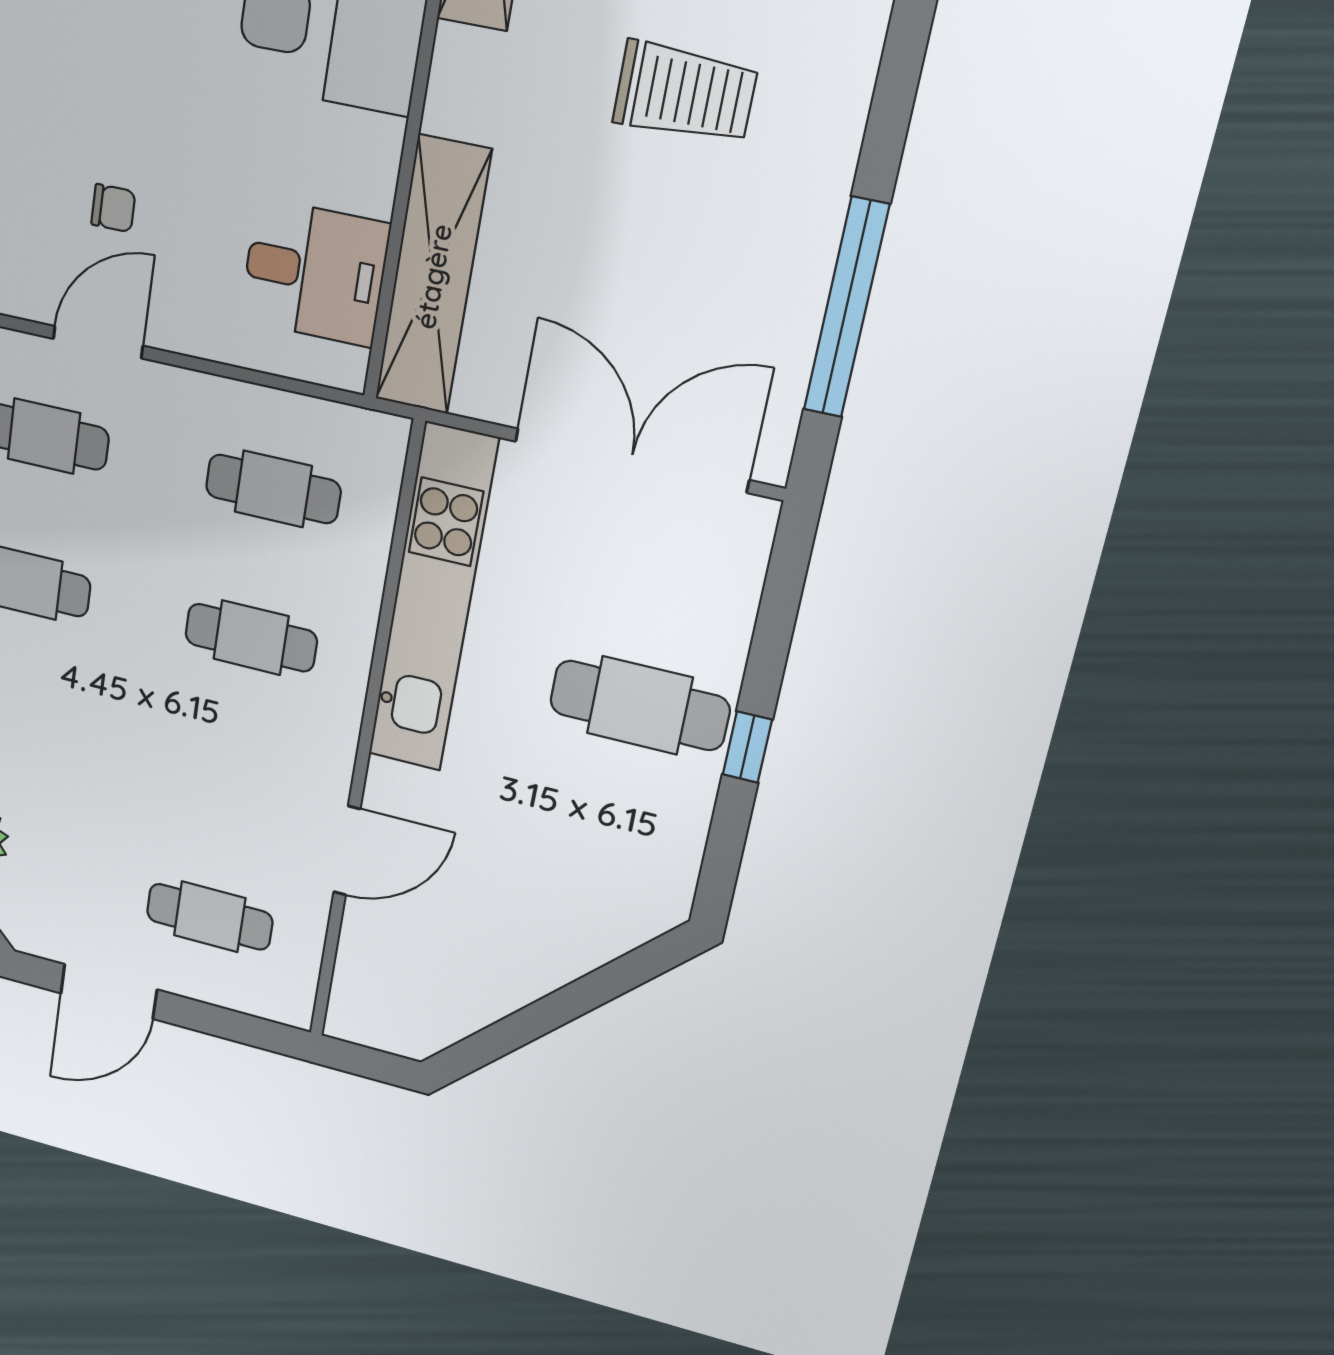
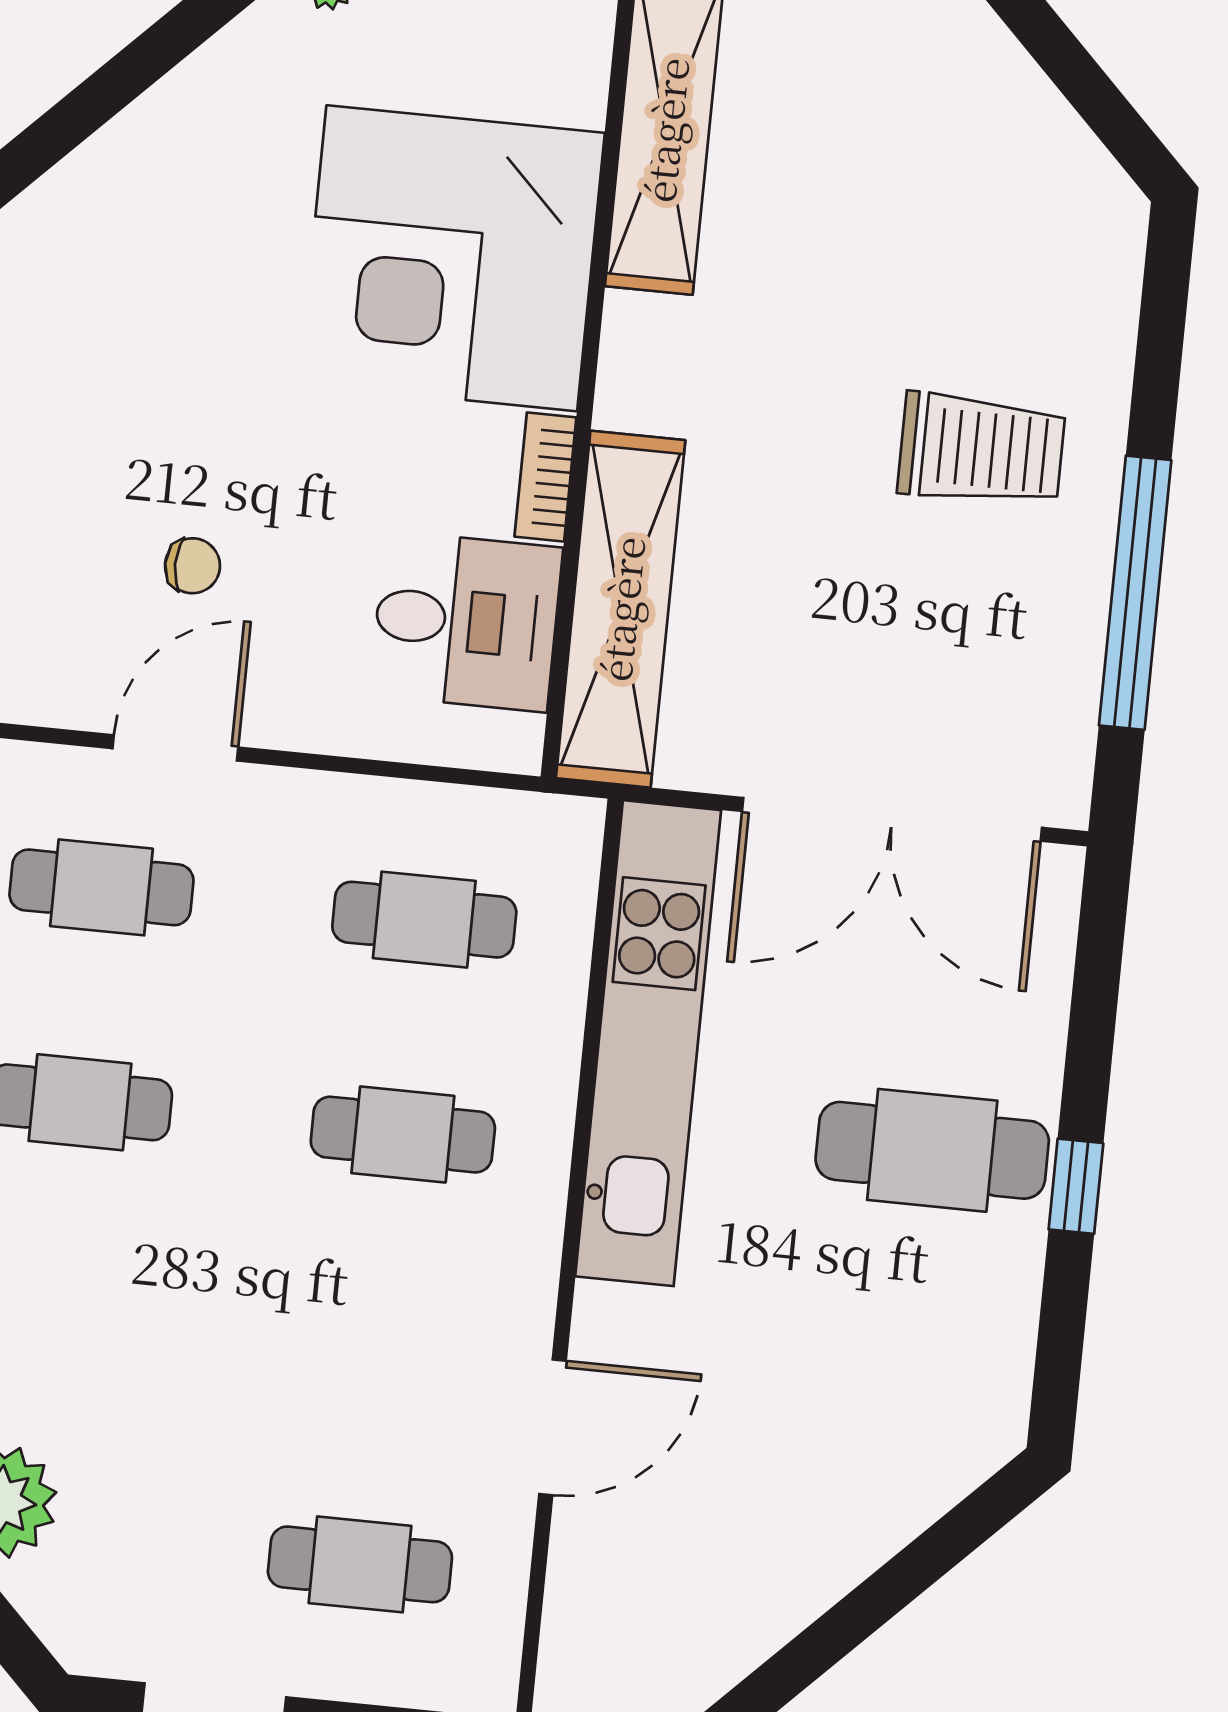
trolley: (685, 93) -> (981, 449), moved
bookcase: (381, 167) -> (545, 477), added
double door: (631, 460) -> (892, 819), swing flipped

